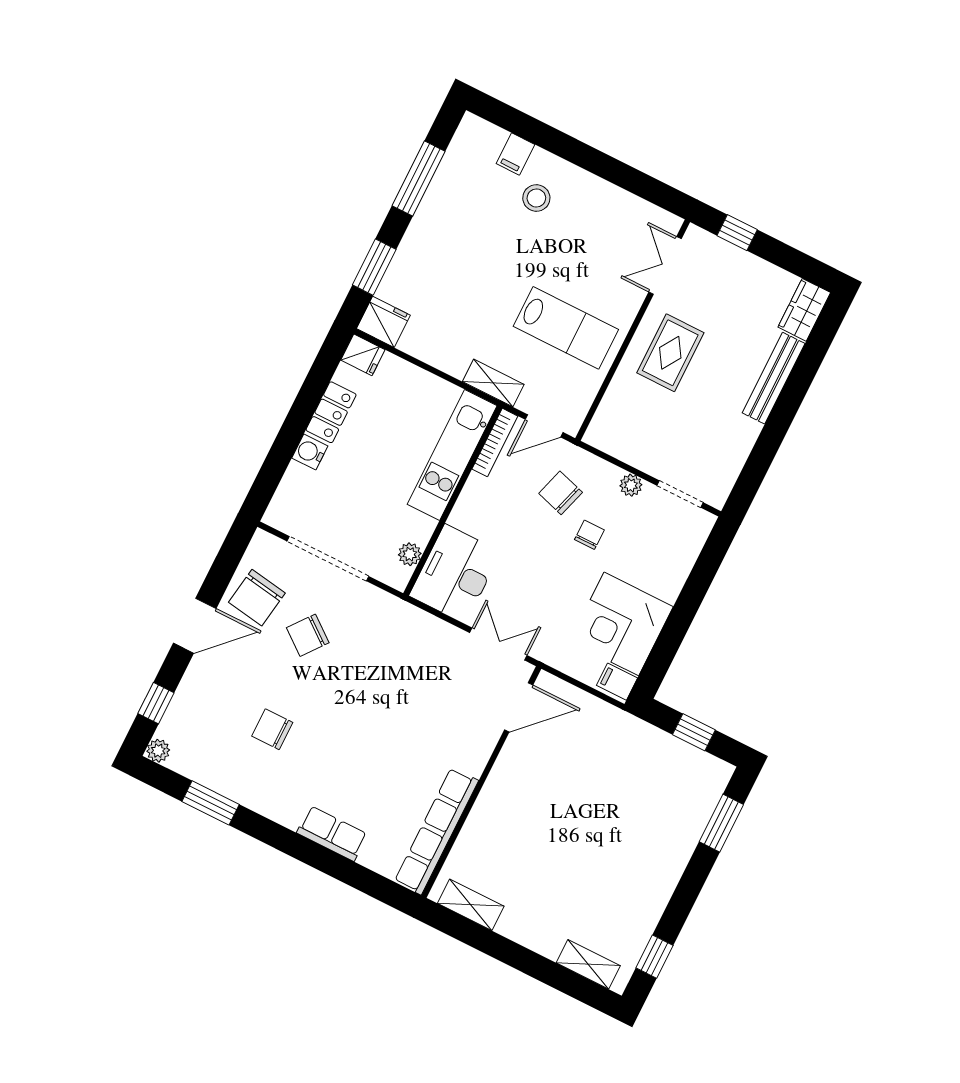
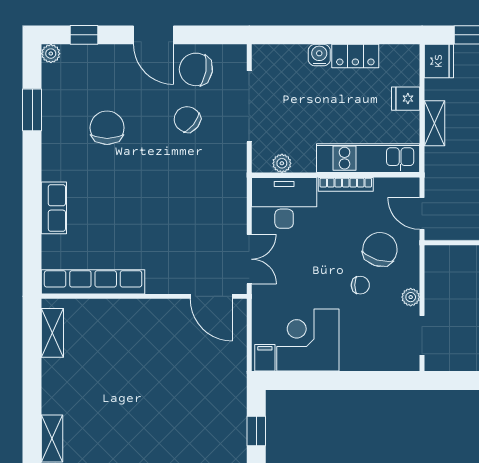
fridge: (363, 355) -> (406, 99), moved, turned 90
shelving: (493, 383) -> (435, 123), moved
bookcase: (495, 443) -> (346, 184), moved
chair: (561, 493) -> (380, 249), width x1.37, depth x1.37
chair: (272, 729) -> (107, 128), width x1.37, depth x1.37

